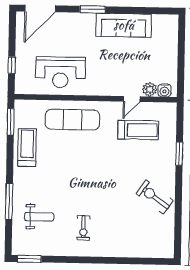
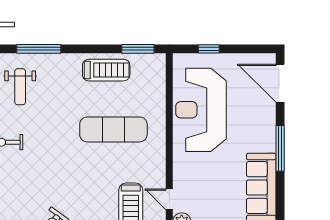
window: (92, 10) -> (280, 148), width x1.44
reception desk: (60, 72) -> (201, 110), width x1.36, depth x1.30
exercise mat: (72, 120) -> (113, 129), moved, turned 90

